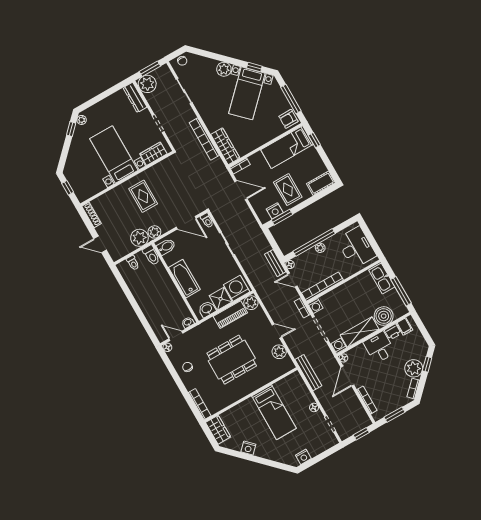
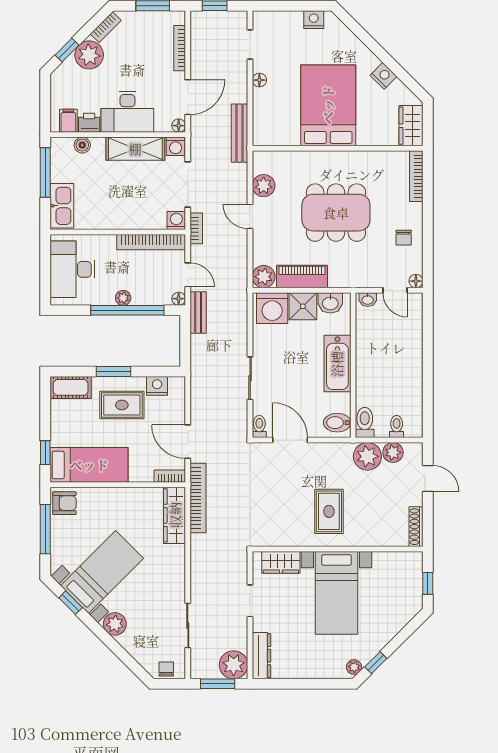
bookcase: (204, 139) -> (198, 498), moved
rug: (288, 190) -> (122, 405), turned 90
window: (282, 217) -> (114, 371), moved
plant: (154, 232) -> (393, 452), moved
boiler: (384, 316) -> (82, 145), width x0.54, depth x0.54
desk: (379, 347) -> (127, 112), width x1.37
bed: (274, 412) -> (328, 105), width x1.50

